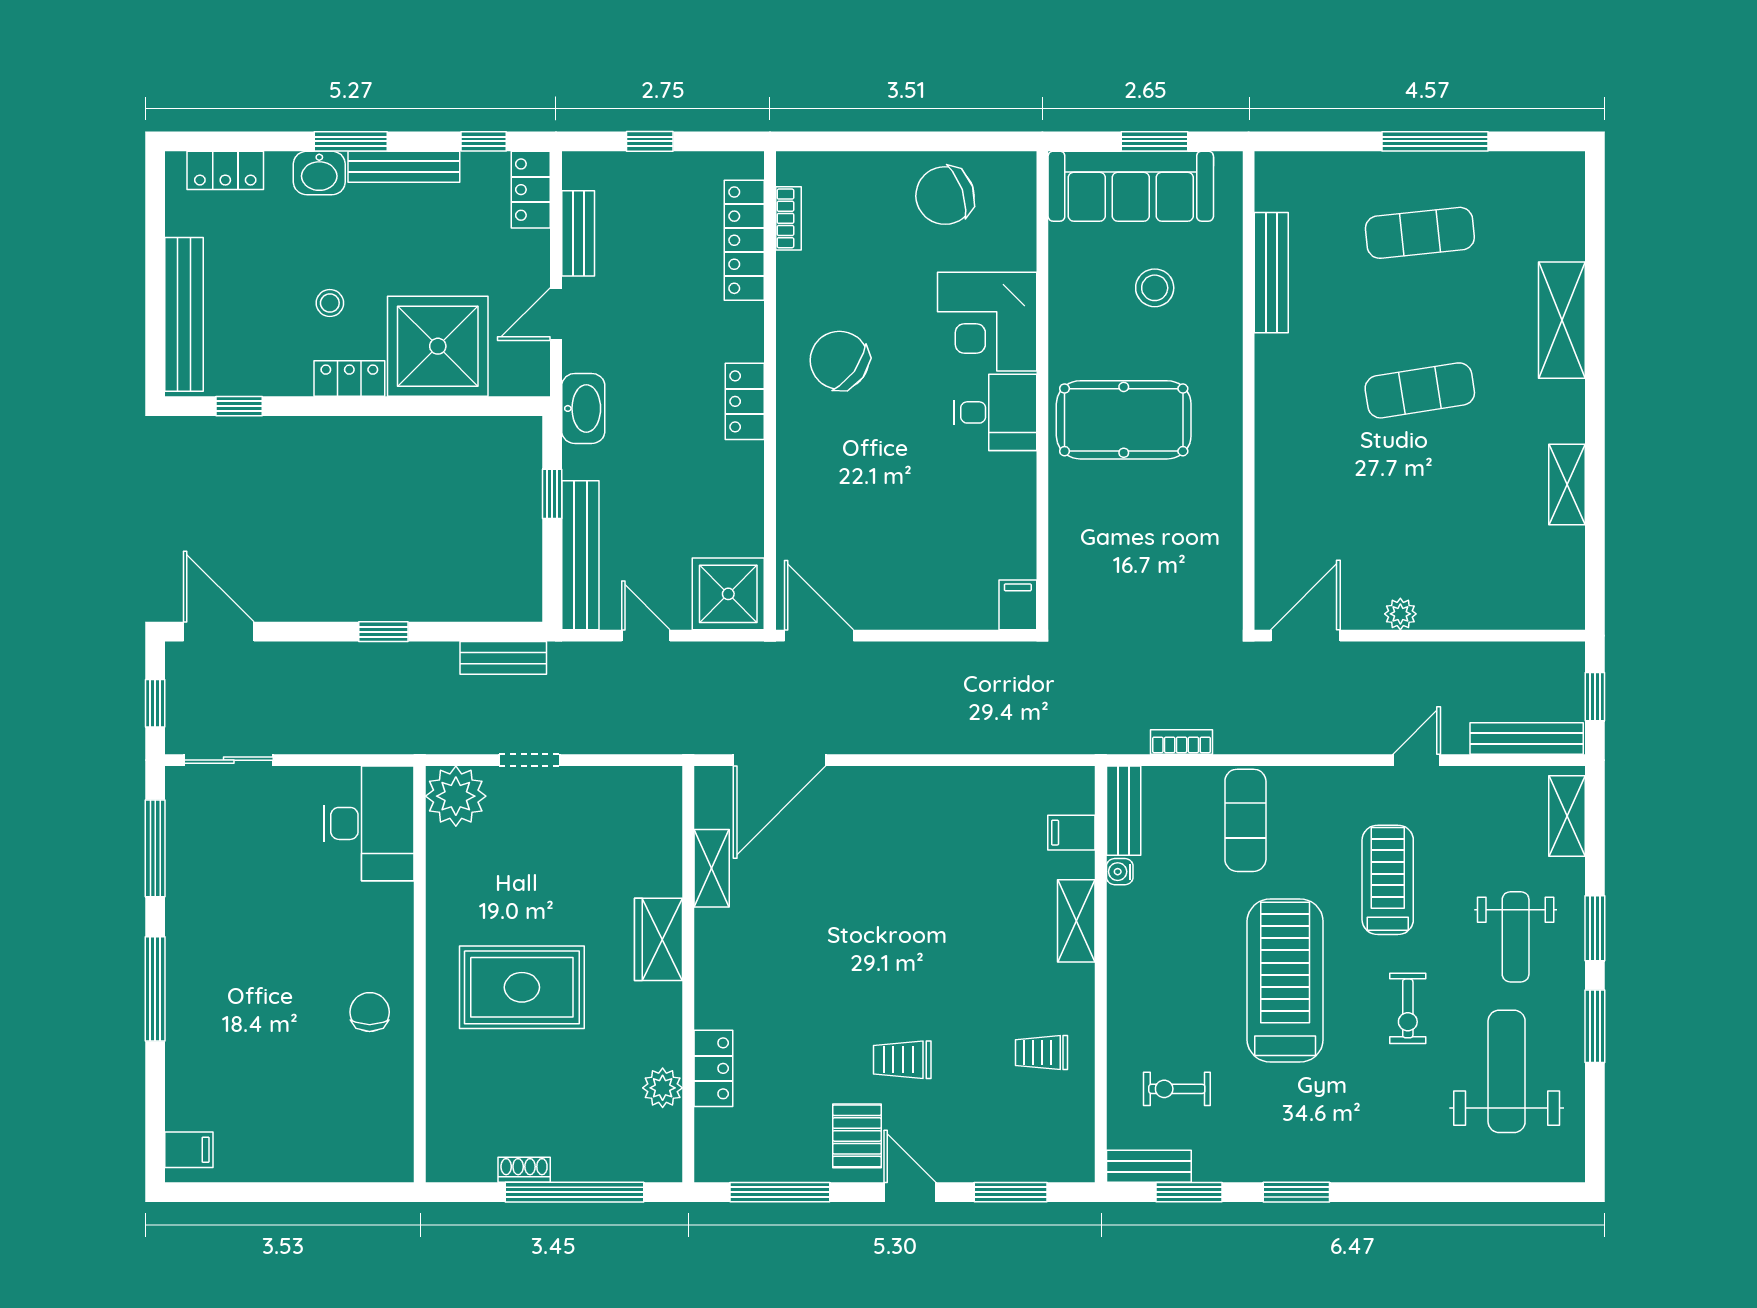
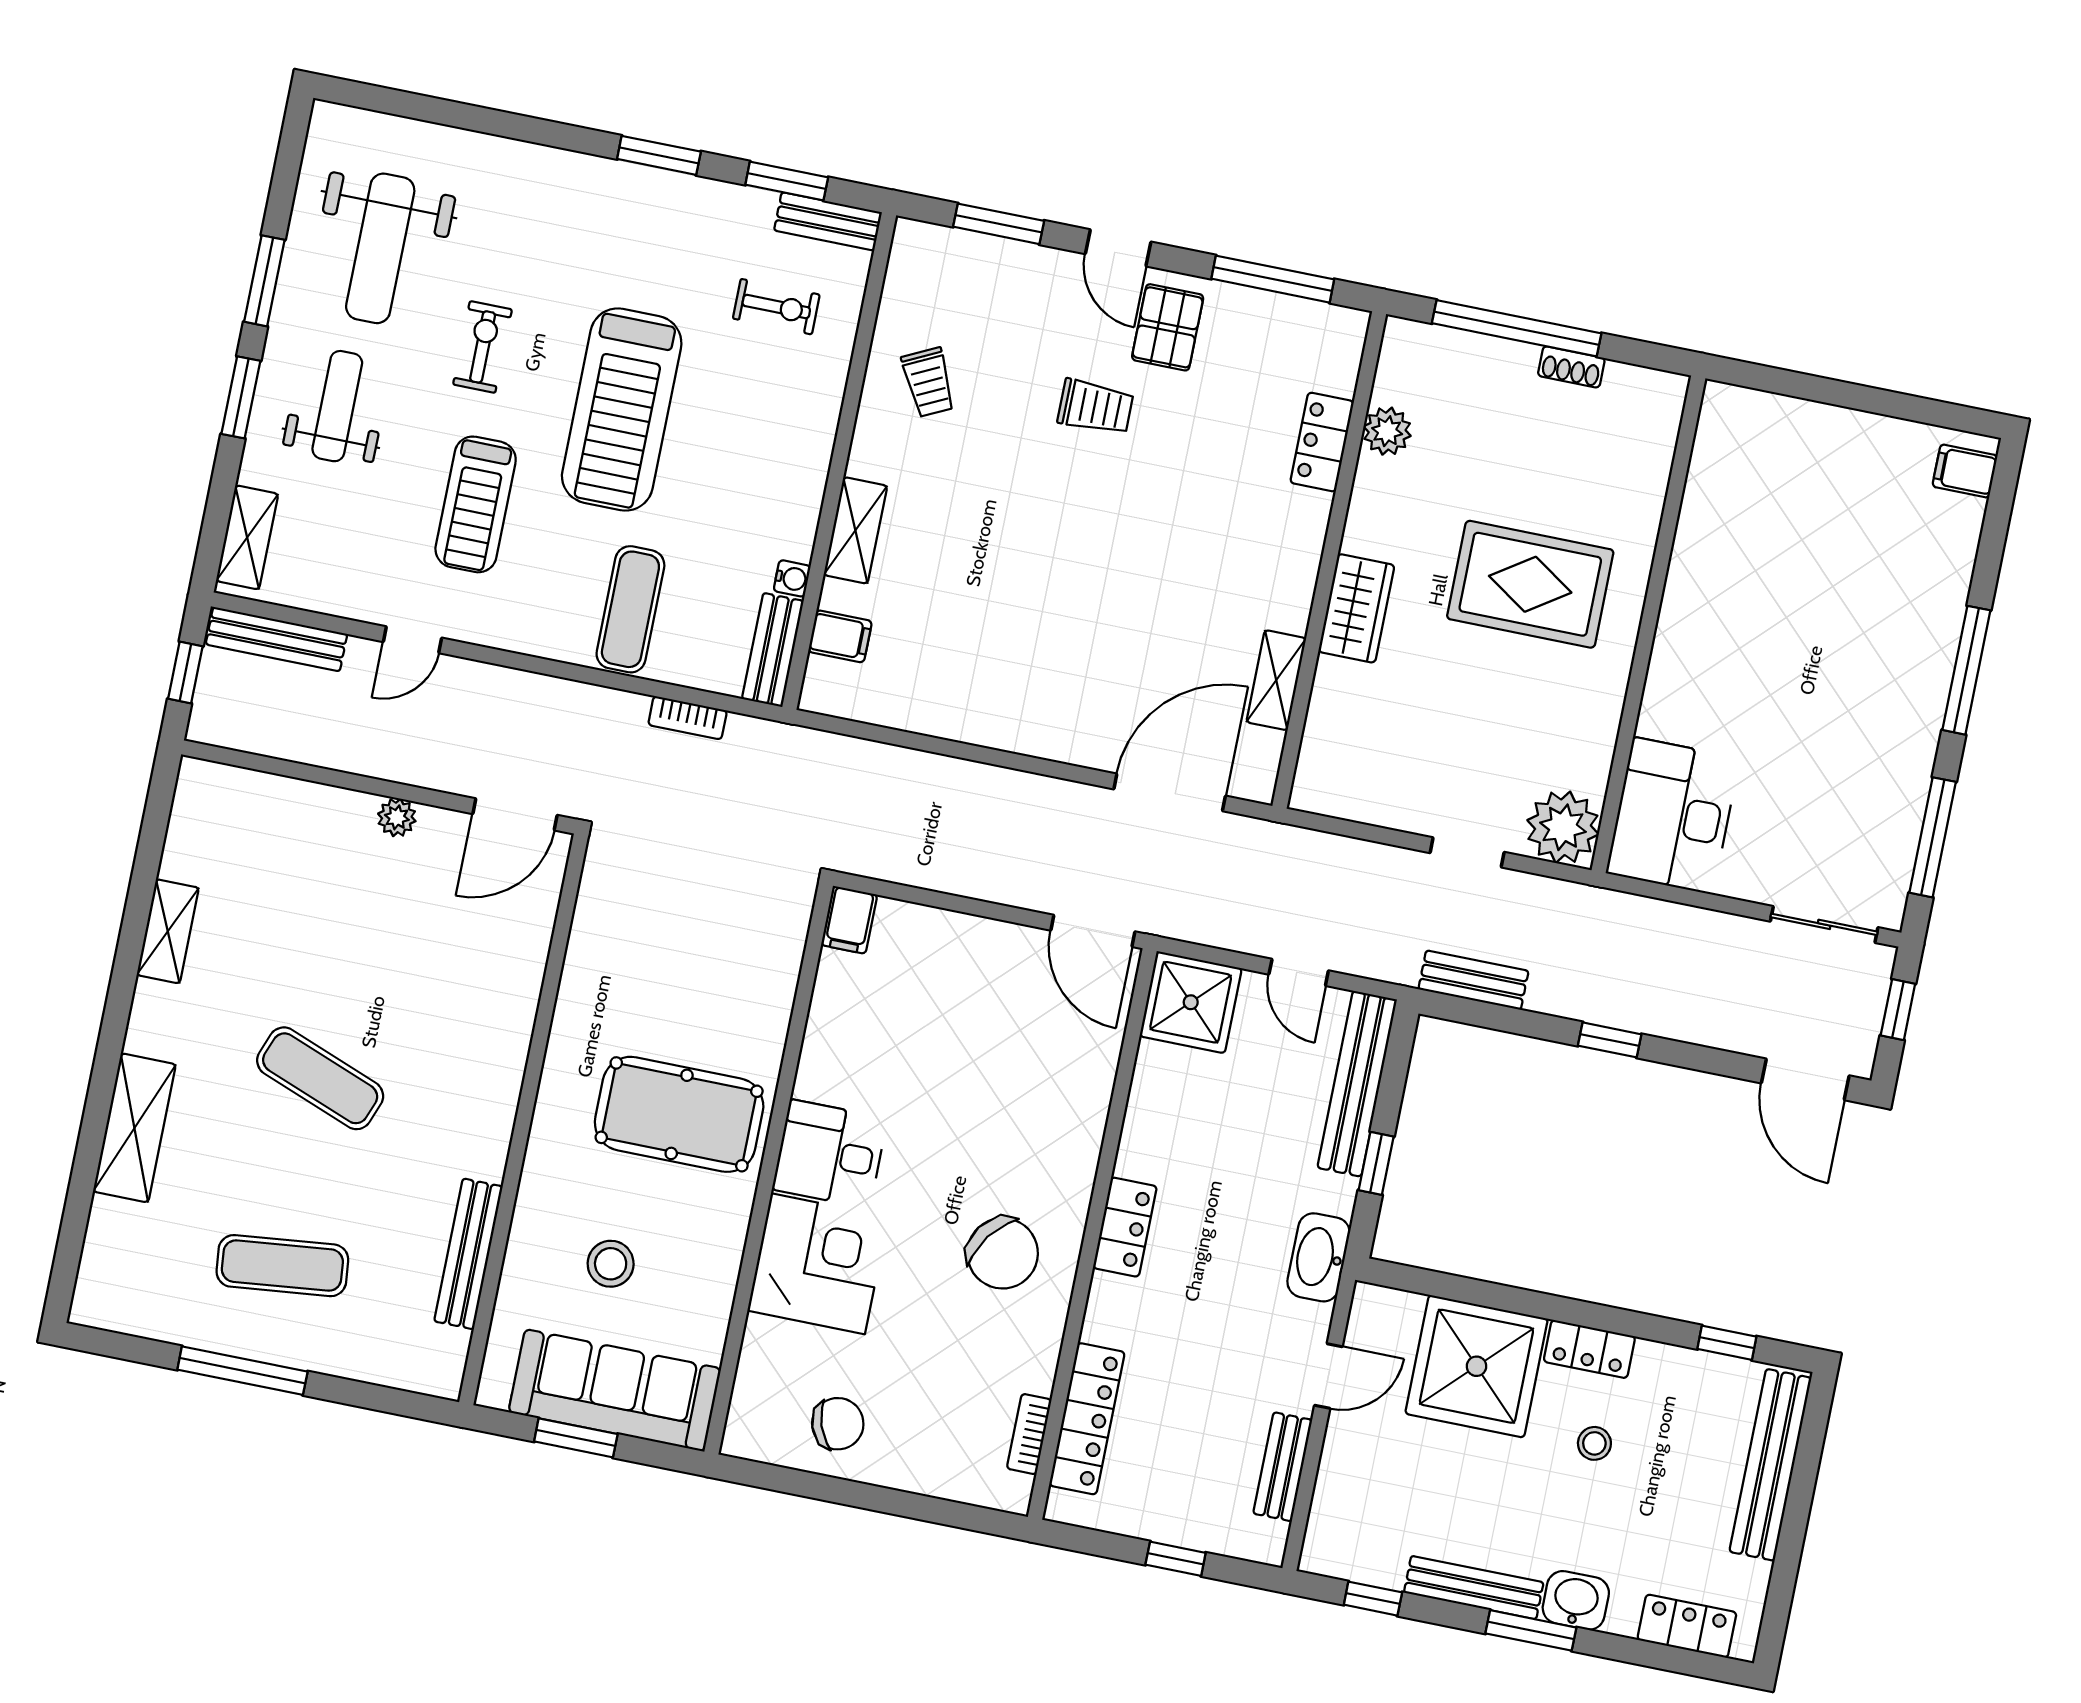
locker: (531, 190) -> (1329, 1530), removed
chair: (945, 196) -> (838, 1424), width x0.73, depth x0.73
exercise mat: (1420, 390) -> (320, 1078), turned 30
chair: (370, 1012) -> (1717, 591), removed
trolley: (1041, 1053) -> (928, 382), turned 64

